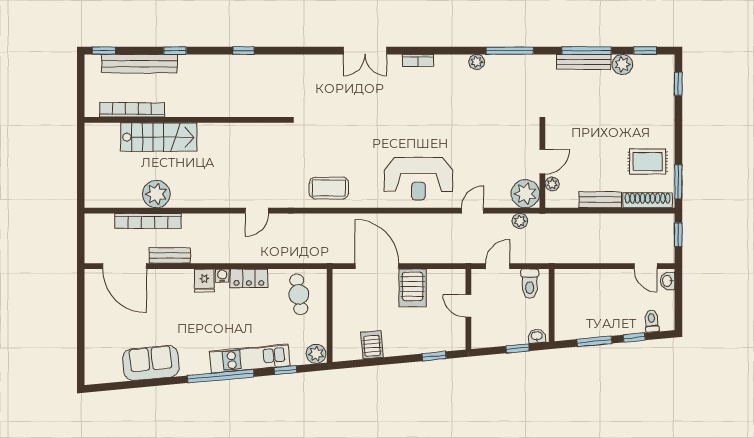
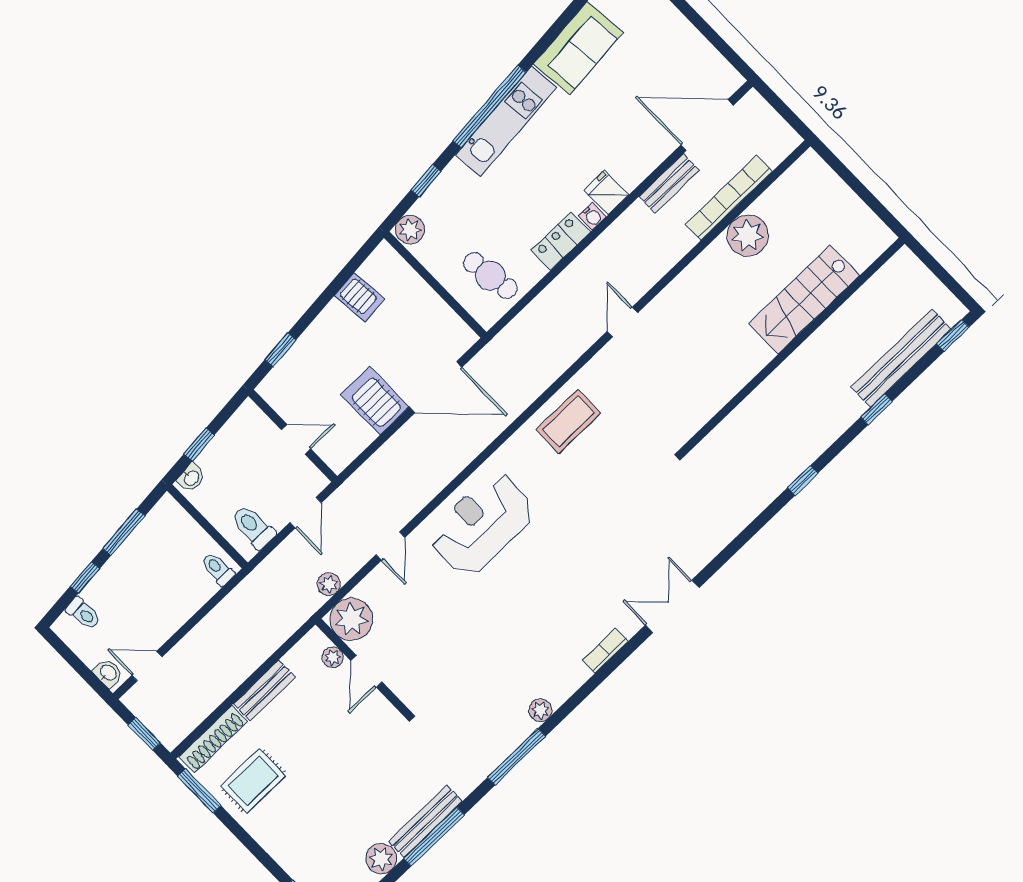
bookcase: (132, 110) -> (861, 301), removed
toilet: (566, 280) -> (218, 569), added
kitchen unit: (250, 359) -> (506, 121), moved

